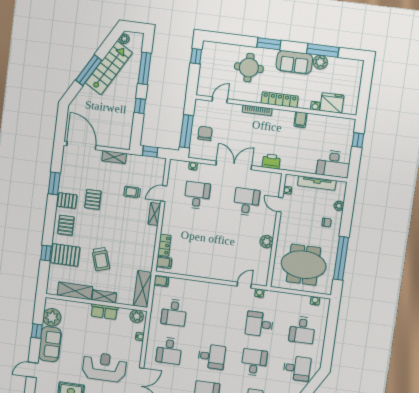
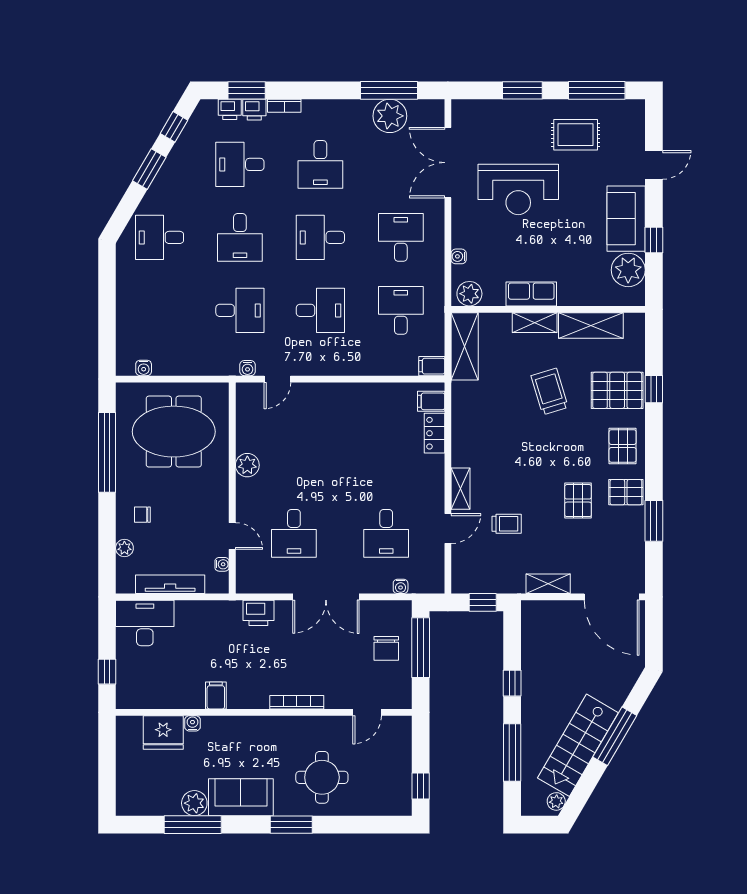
locker: (280, 100) -> (258, 726), removed
desk: (302, 330) -> (320, 310), moved, turned 90

